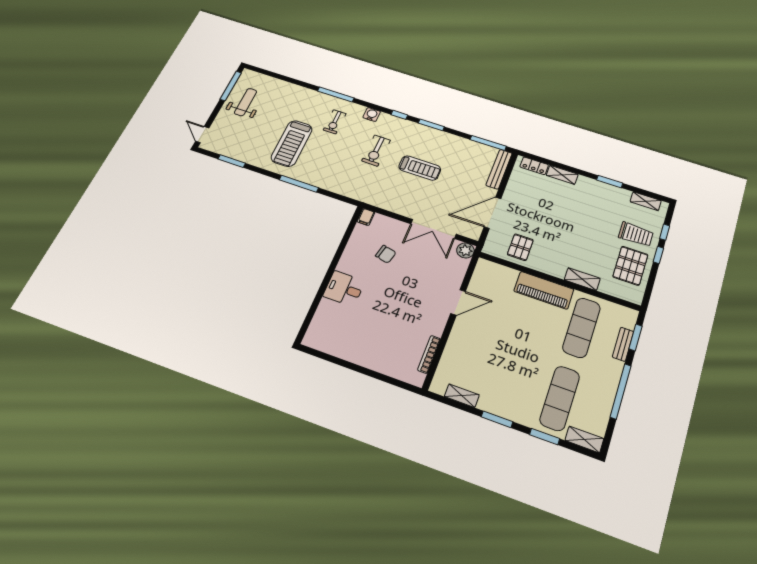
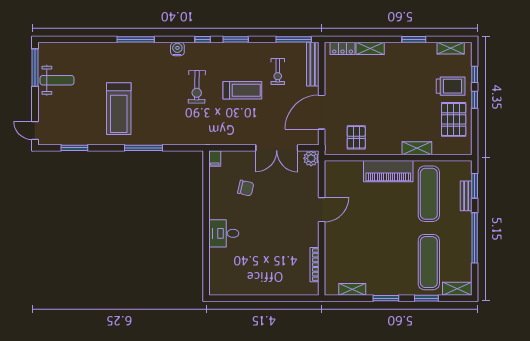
weight bench: (246, 102) -> (57, 80), turned 90
exercise bike: (335, 122) -> (278, 72), moved

